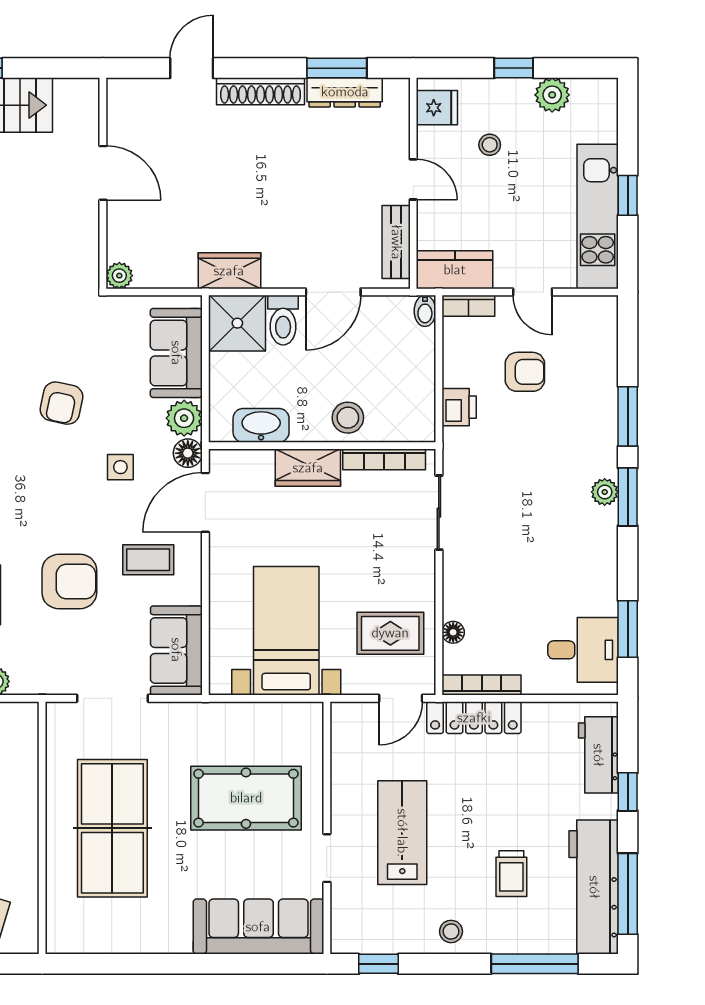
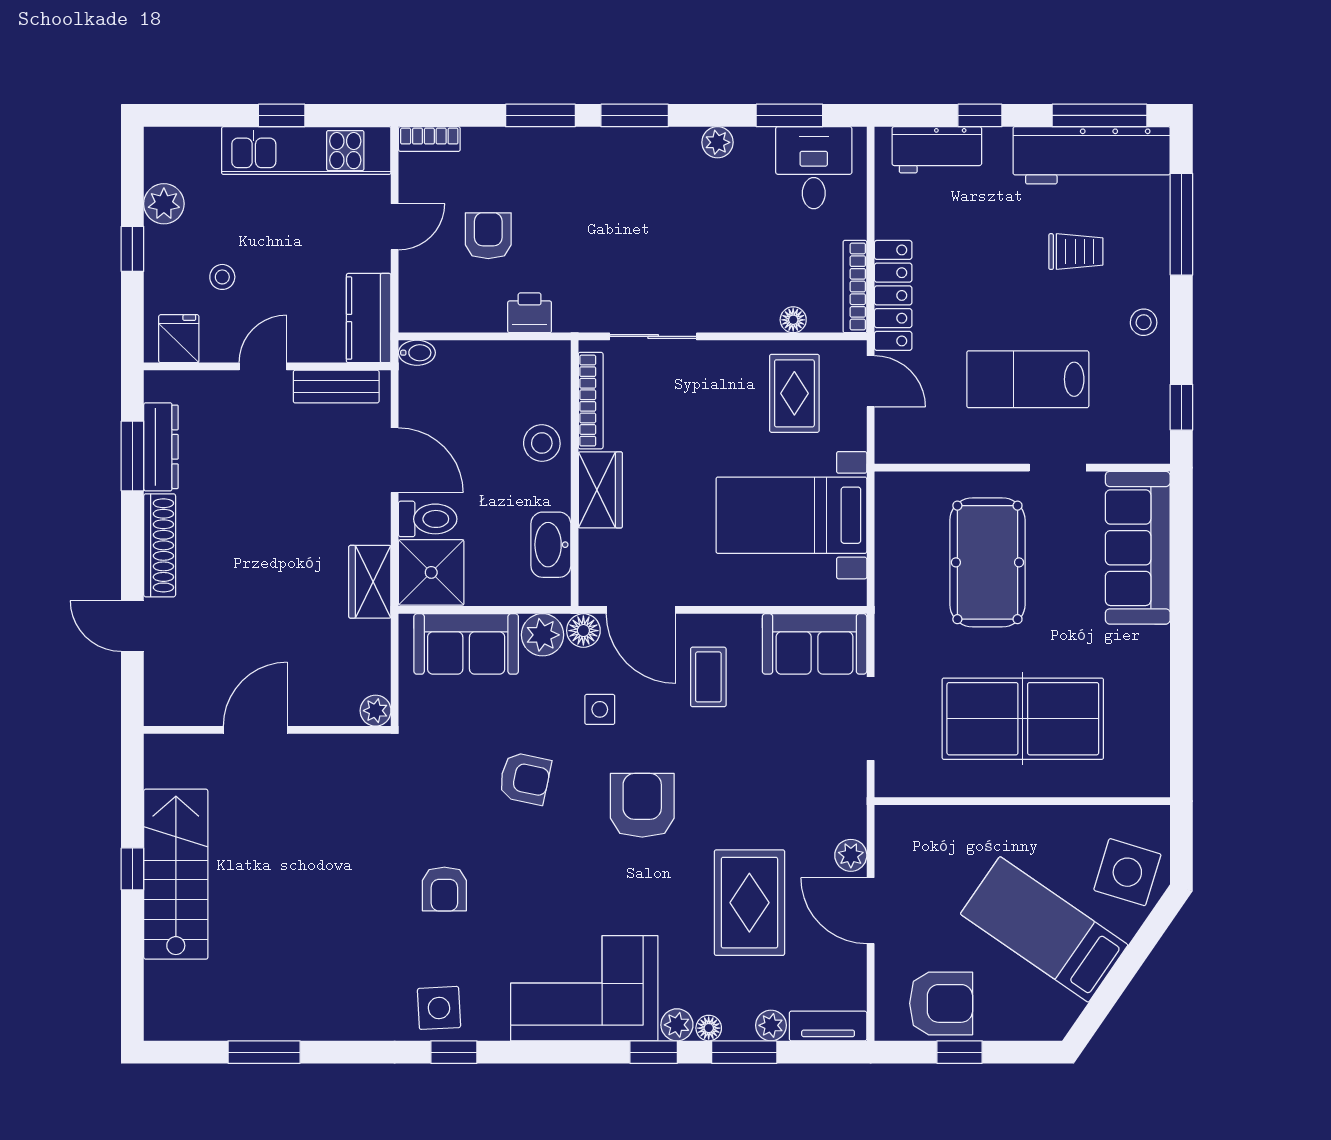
bookcase: (468, 306) -> (429, 139), moved, turned 90
plant: (605, 492) -> (718, 142), moved
armchair: (69, 581) -> (642, 805), moved

